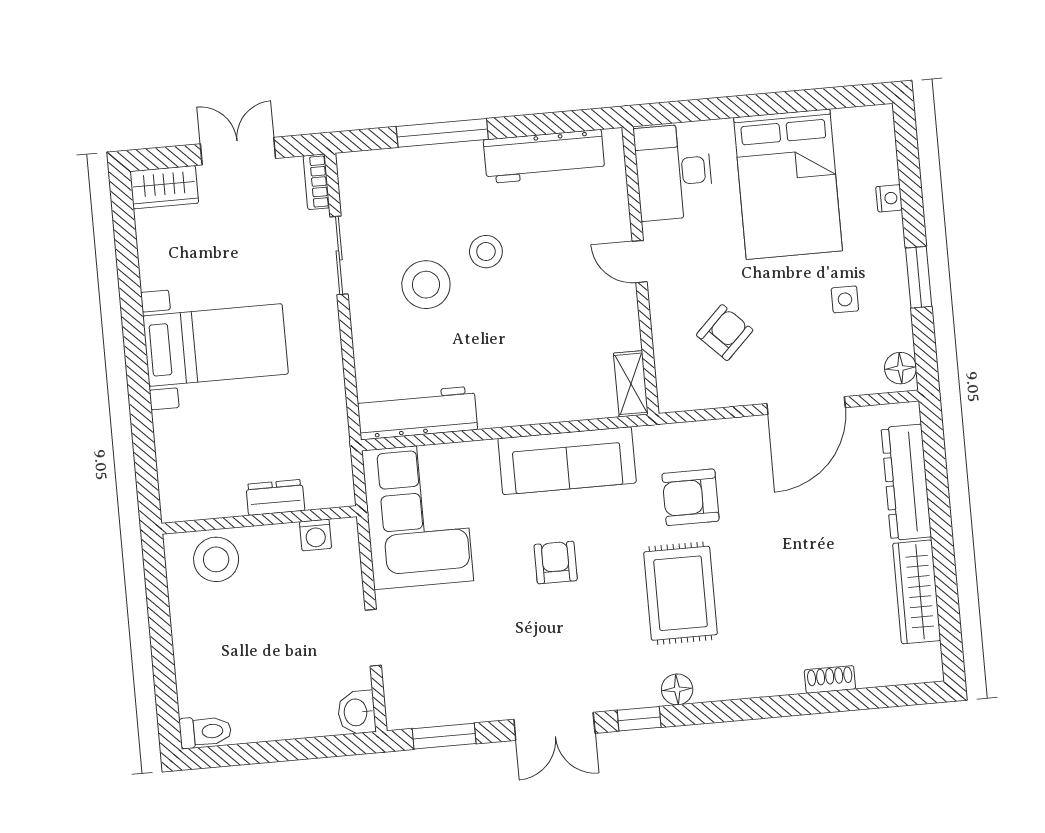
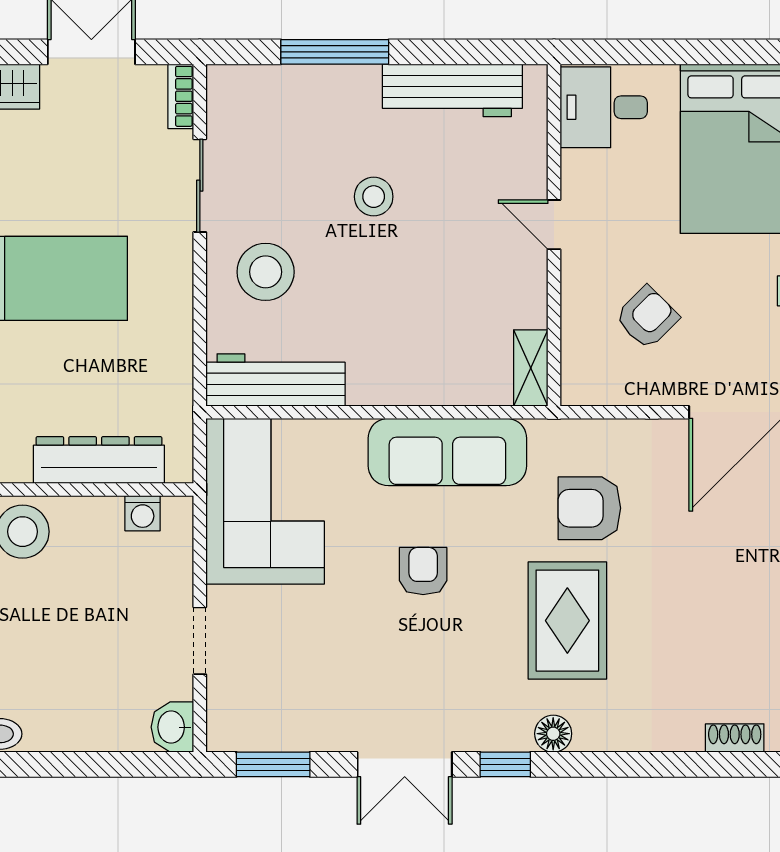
desk: (674, 172) -> (604, 107), width x0.73
stool: (426, 285) -> (266, 272), moved
dresser: (275, 497) -> (99, 460), width x1.96, depth x1.24

